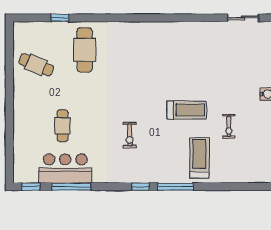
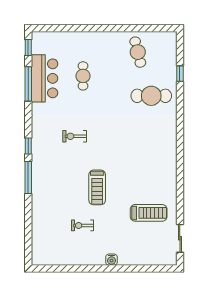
cafe table: (36, 65) -> (138, 52), turned -37
cafe table: (63, 126) -> (83, 76), turned 90
treadmill: (199, 158) -> (149, 213), moved

